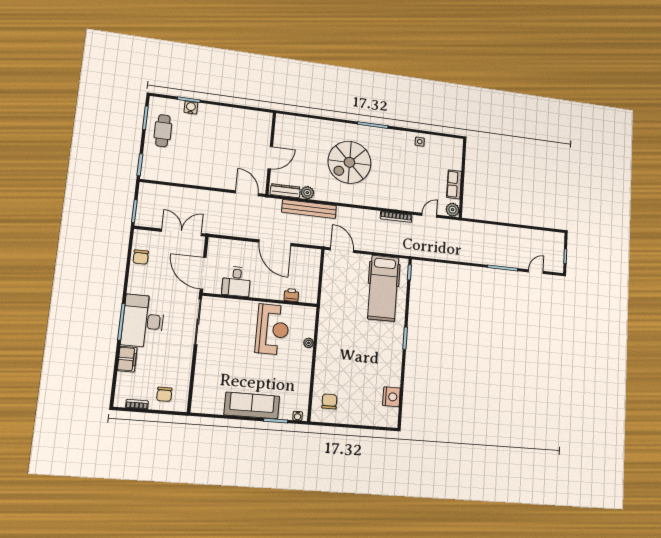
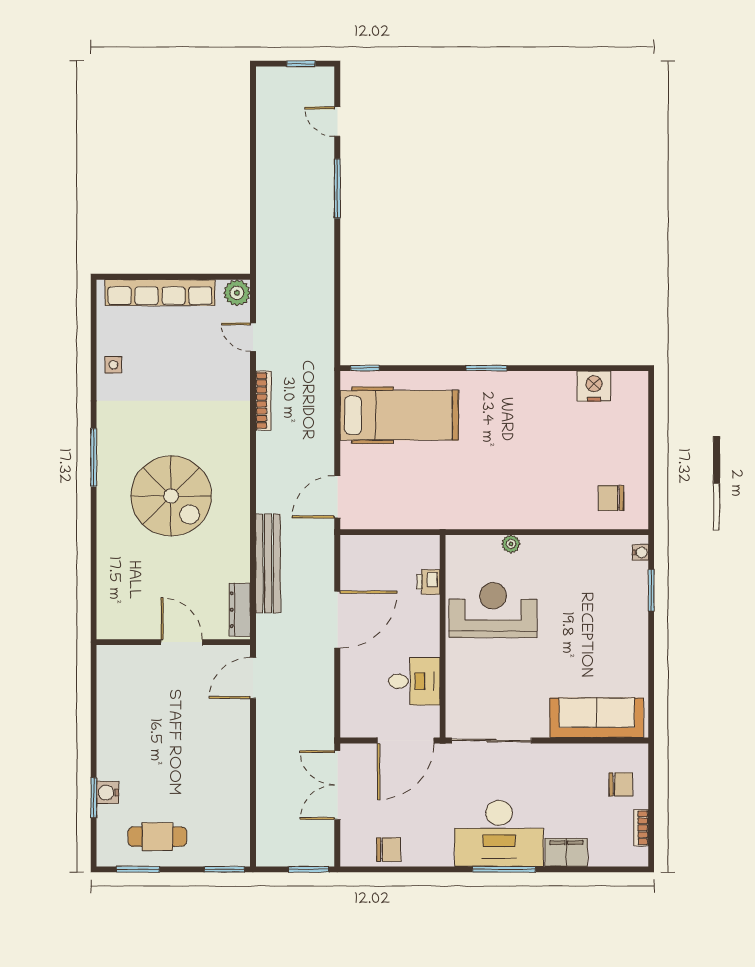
row of seats: (454, 184) -> (160, 293), width x2.02
plant: (307, 193) -> (238, 569), removed
sofa: (252, 406) -> (597, 718), moved, turned 90

